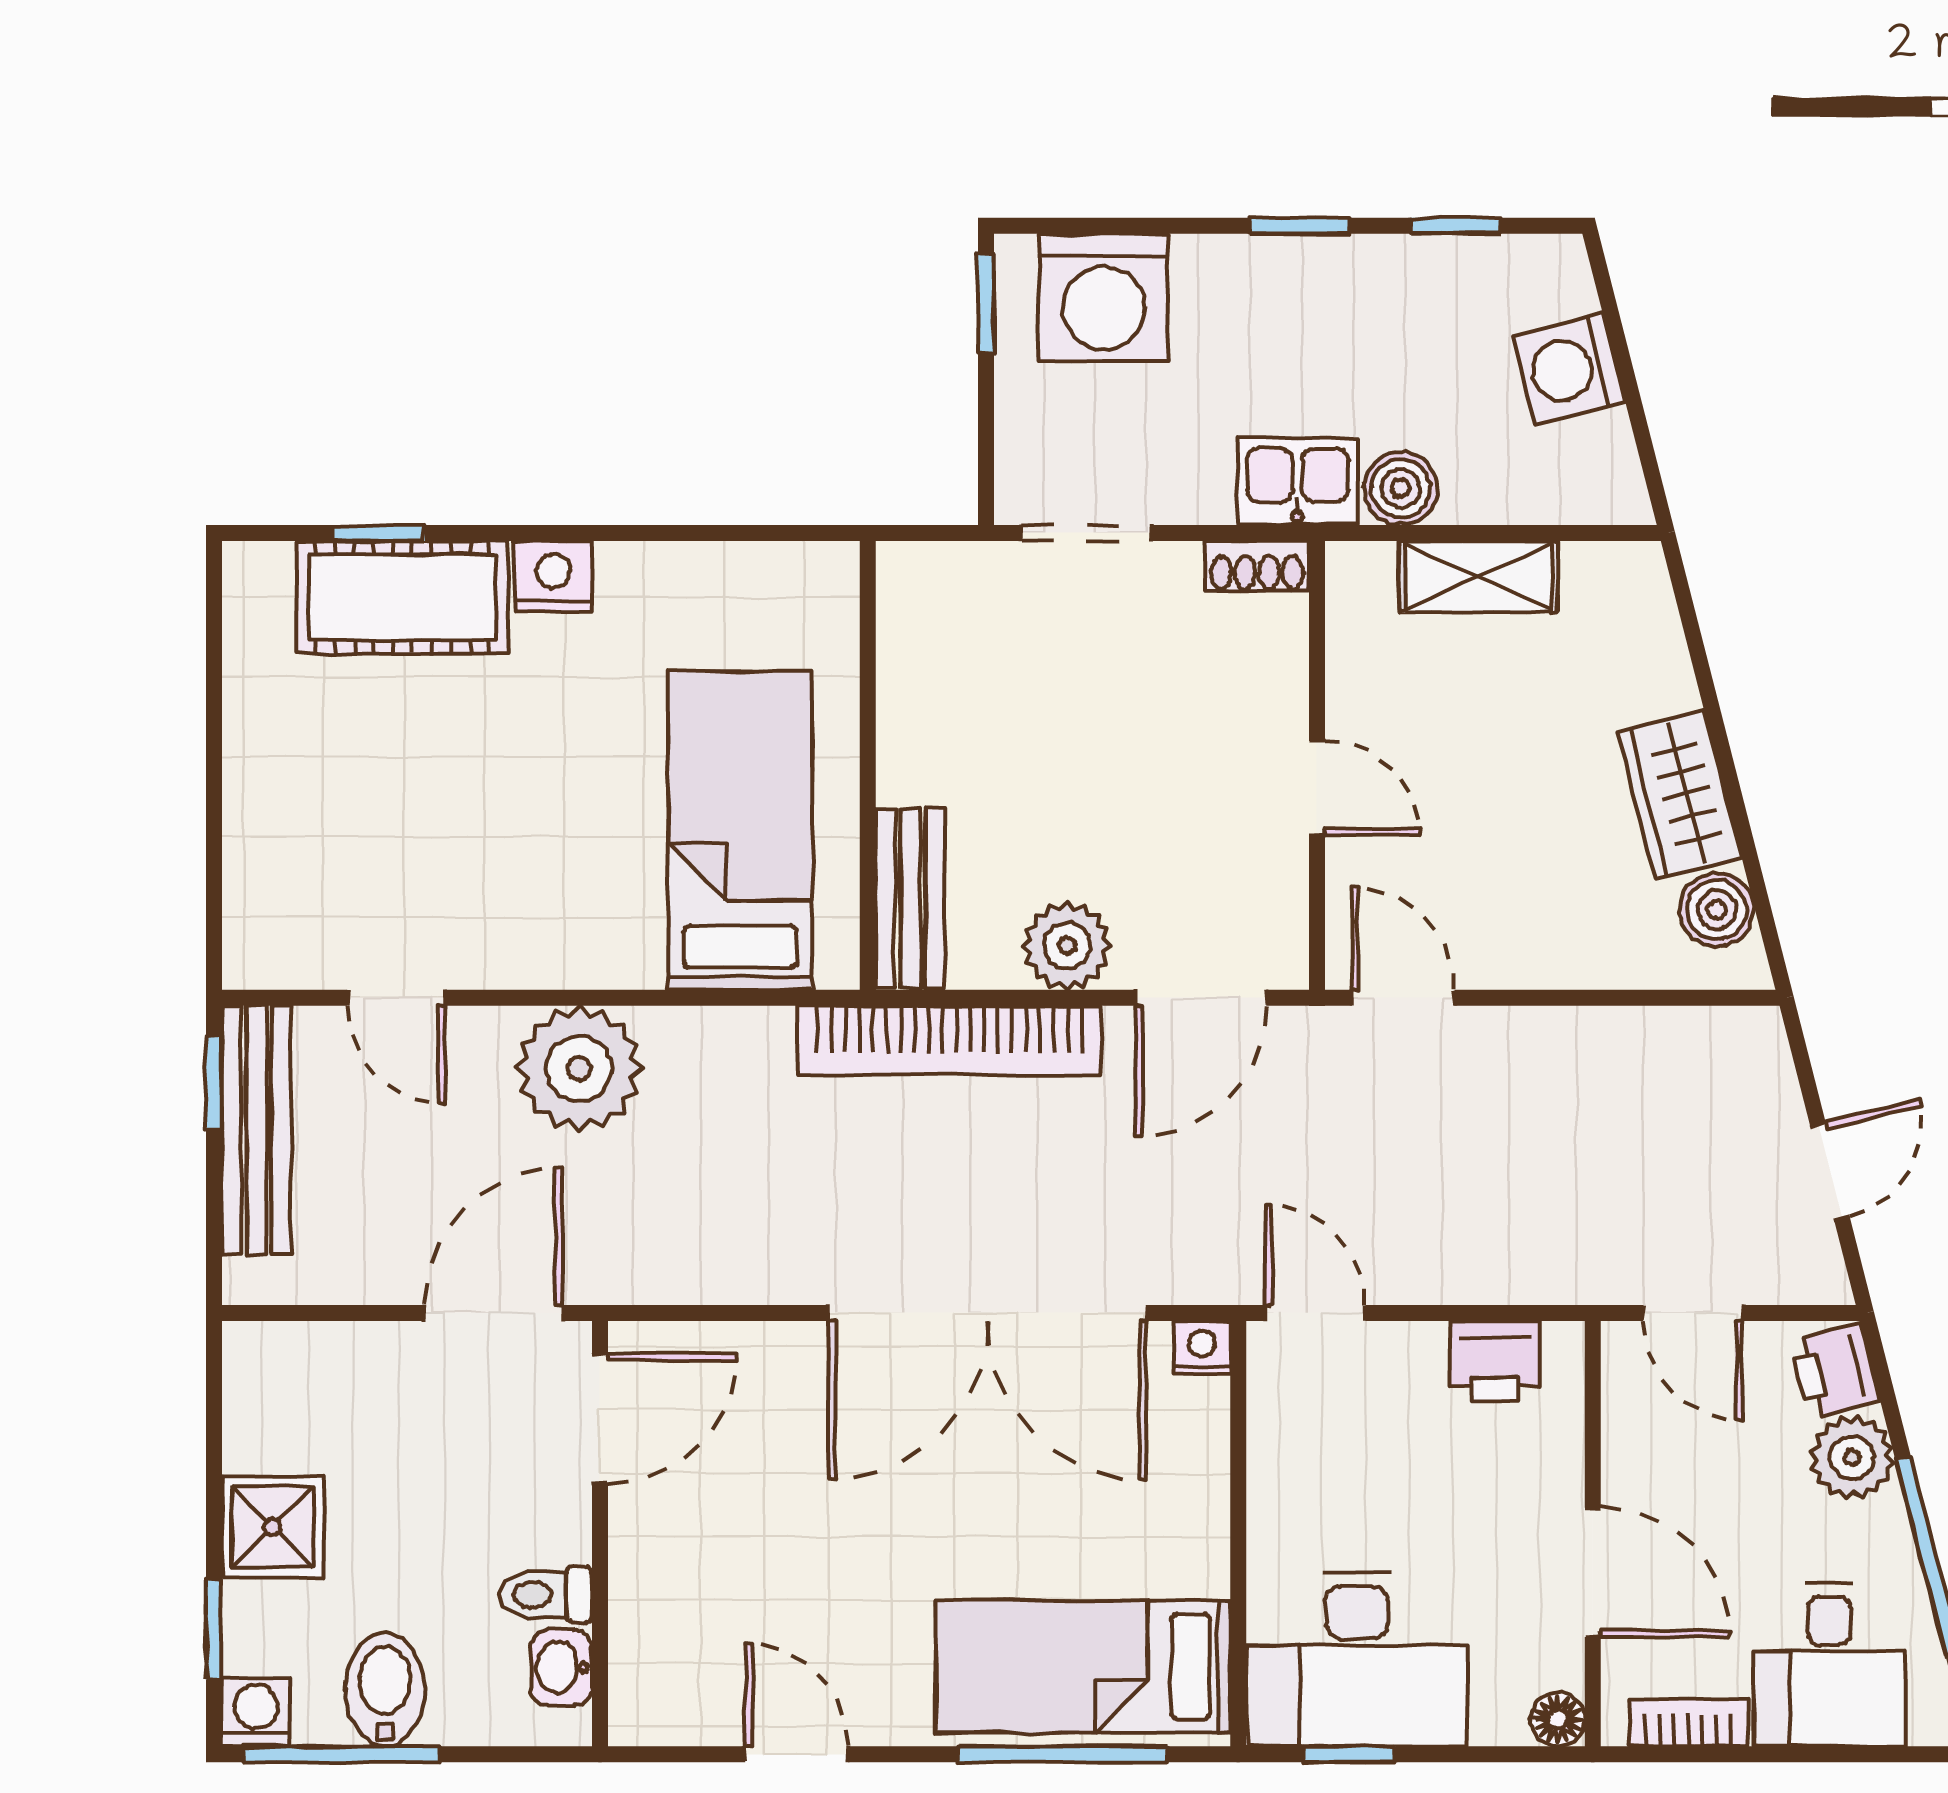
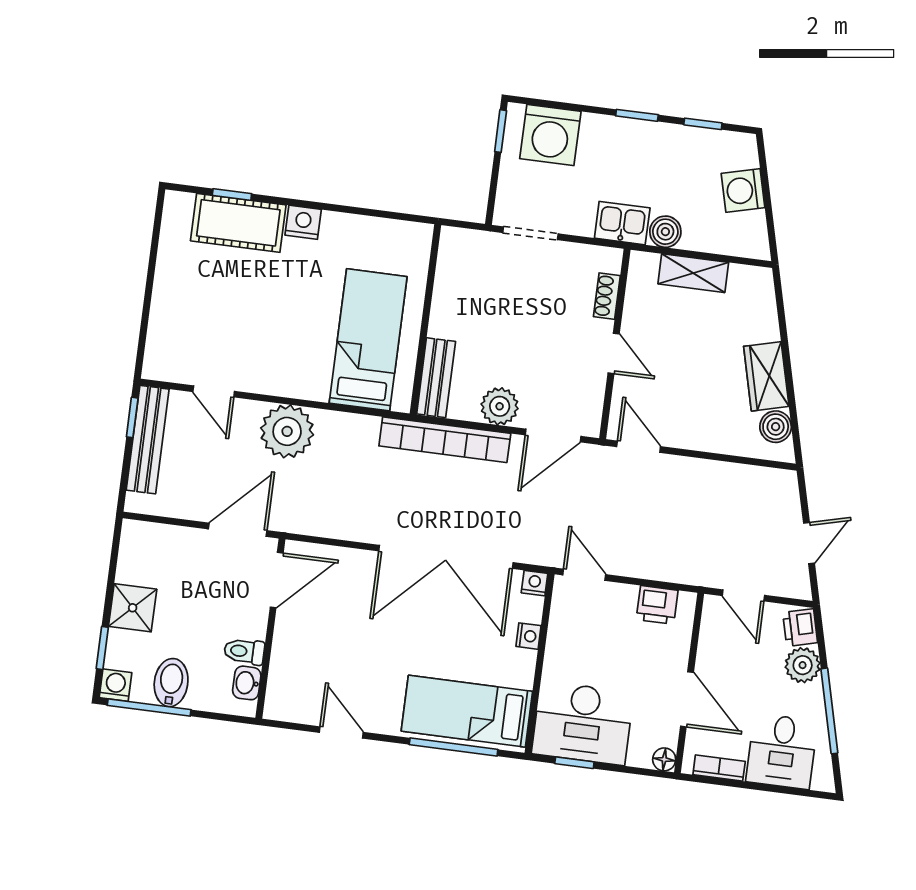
shoe rack: (1257, 566) -> (607, 296), moved, turned 90
nightstand: (1204, 1473) -> (528, 636), added

